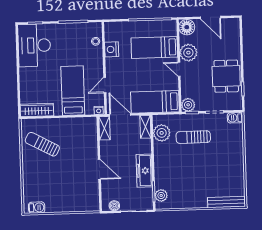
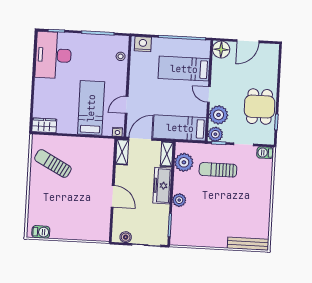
door: (210, 17) -> (248, 41), hinge flipped
nightstand: (112, 49) -> (143, 44), moved, turned 90
plant: (188, 53) -> (219, 115), moved
wardrobe: (37, 110) -> (44, 125), width x0.67
door: (120, 115) -> (140, 139), hinge flipped
freezer: (144, 171) -> (162, 186), moved
plant: (161, 195) -> (179, 200), moved

